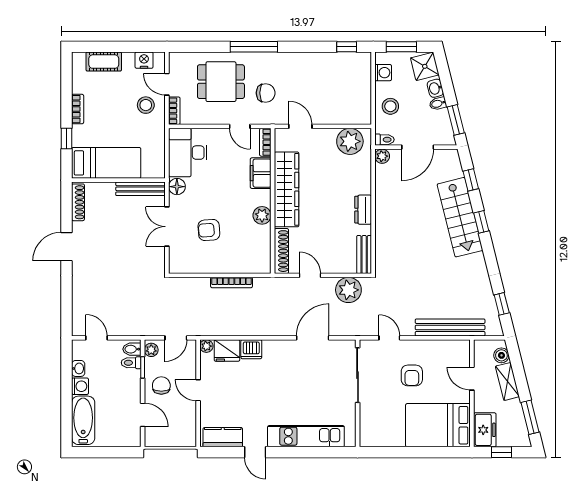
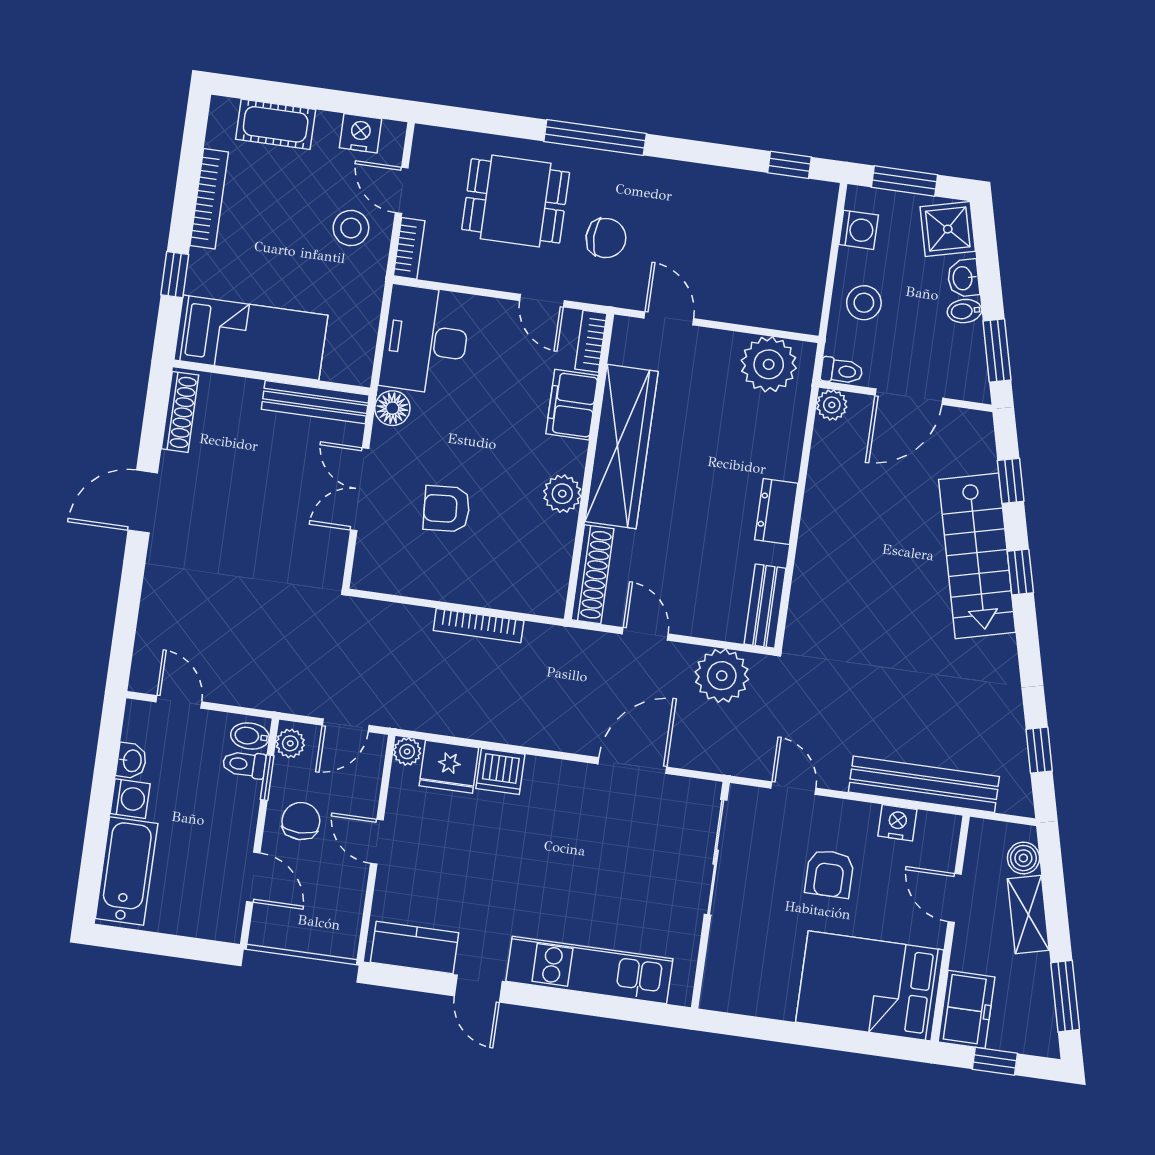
bookcase: (78, 109) -> (209, 199), width x1.56
nightstand: (440, 347) -> (897, 823), added

